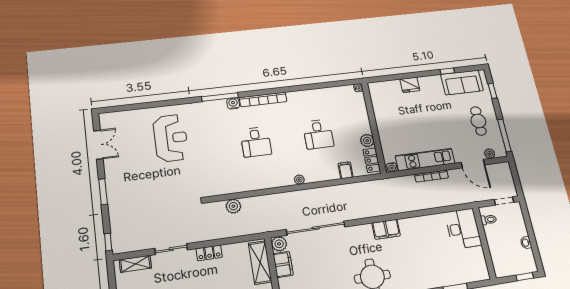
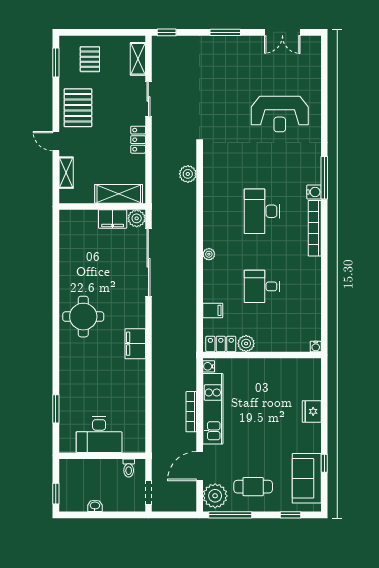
desk: (256, 142) -> (262, 211), width x1.37
plant: (490, 154) -> (215, 496), width x1.87, depth x1.87
desk: (463, 229) -> (99, 435), moved

